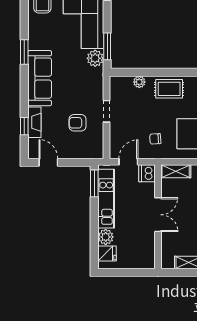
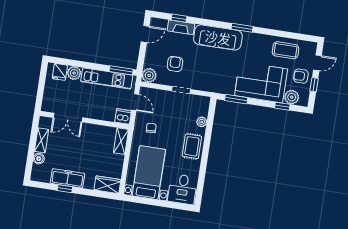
plant: (95, 58) -> (149, 75), moved
double door: (158, 215) -> (68, 118), moved

